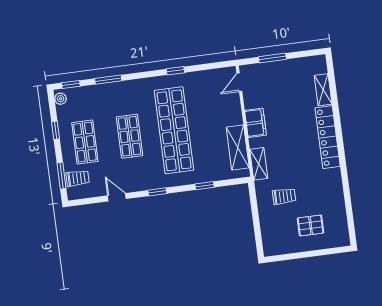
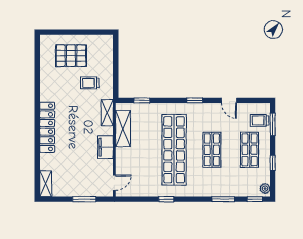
shelving: (323, 90) -> (46, 184), moved
window: (204, 186) -> (142, 100), moved
pallet: (311, 226) -> (71, 56), width x1.50, depth x1.42

